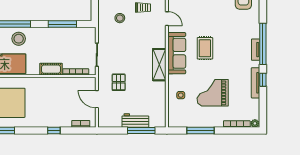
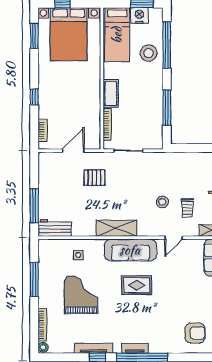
stool: (120, 18) -> (162, 202), moved
workbench: (135, 120) -> (55, 228), moved, turned -90

